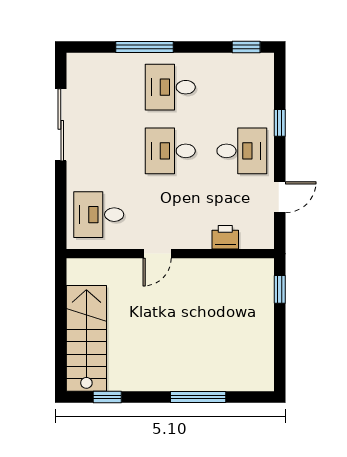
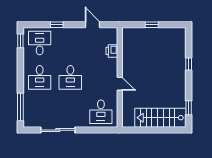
window: (145, 47) -> (20, 107), moved
desk: (242, 151) -> (40, 43), moved
window: (280, 289) -> (152, 25), moved
window: (198, 397) -> (189, 64), width x0.46

